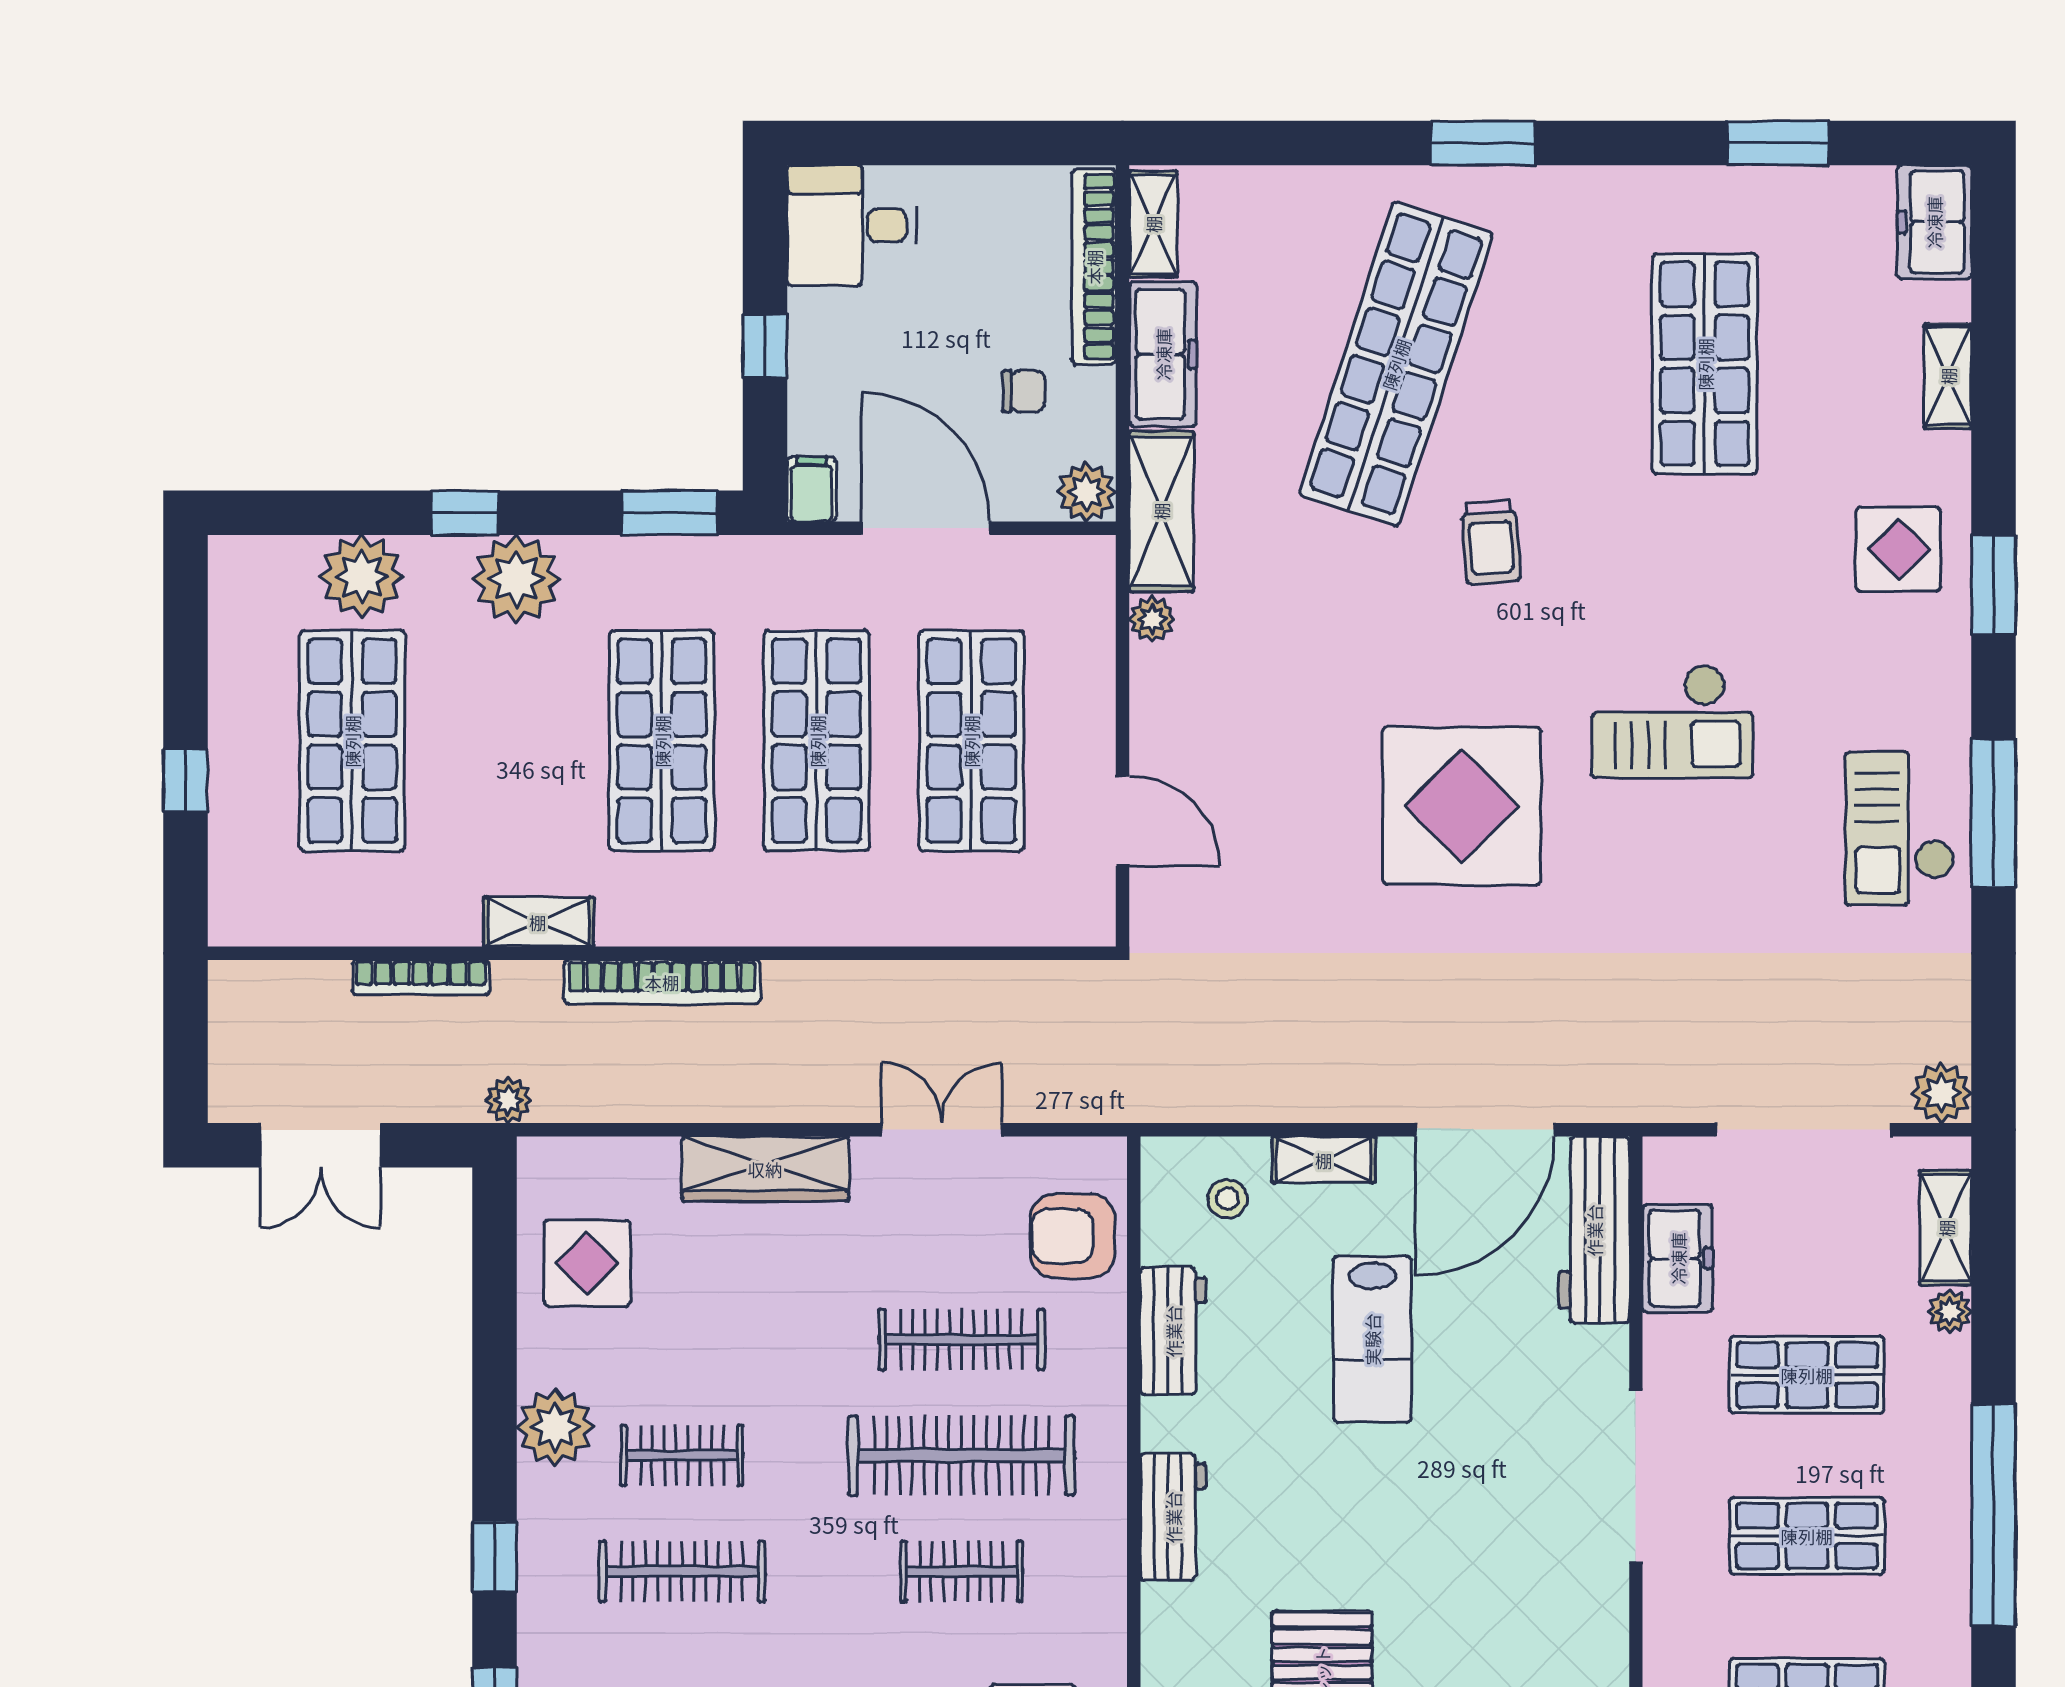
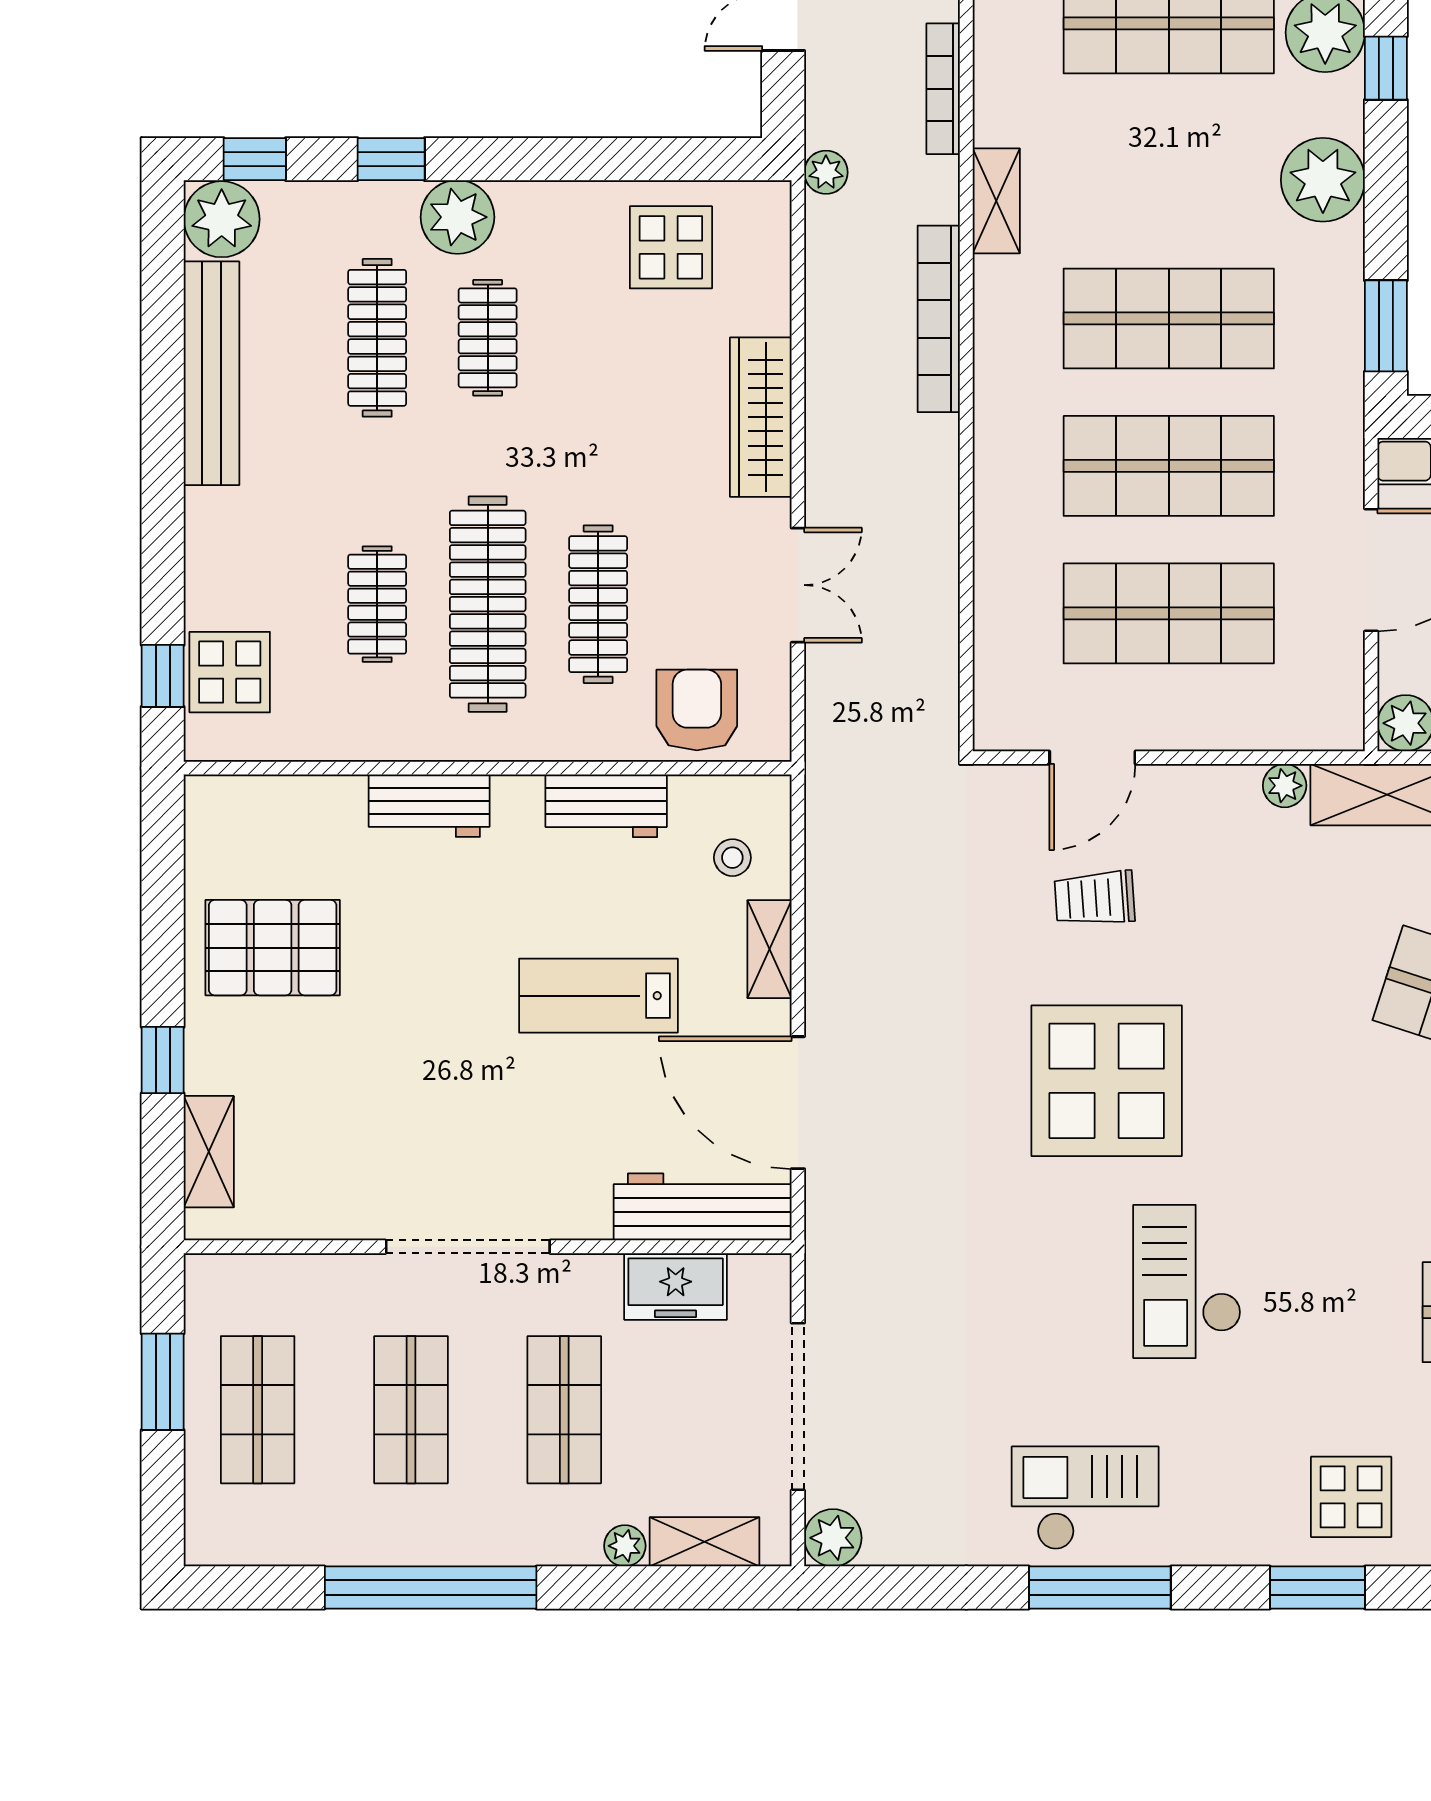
window: (465, 513) -> (1386, 68), moved
trolley: (1491, 542) -> (1095, 898), moved
plant: (555, 1427) -> (457, 217), moved

